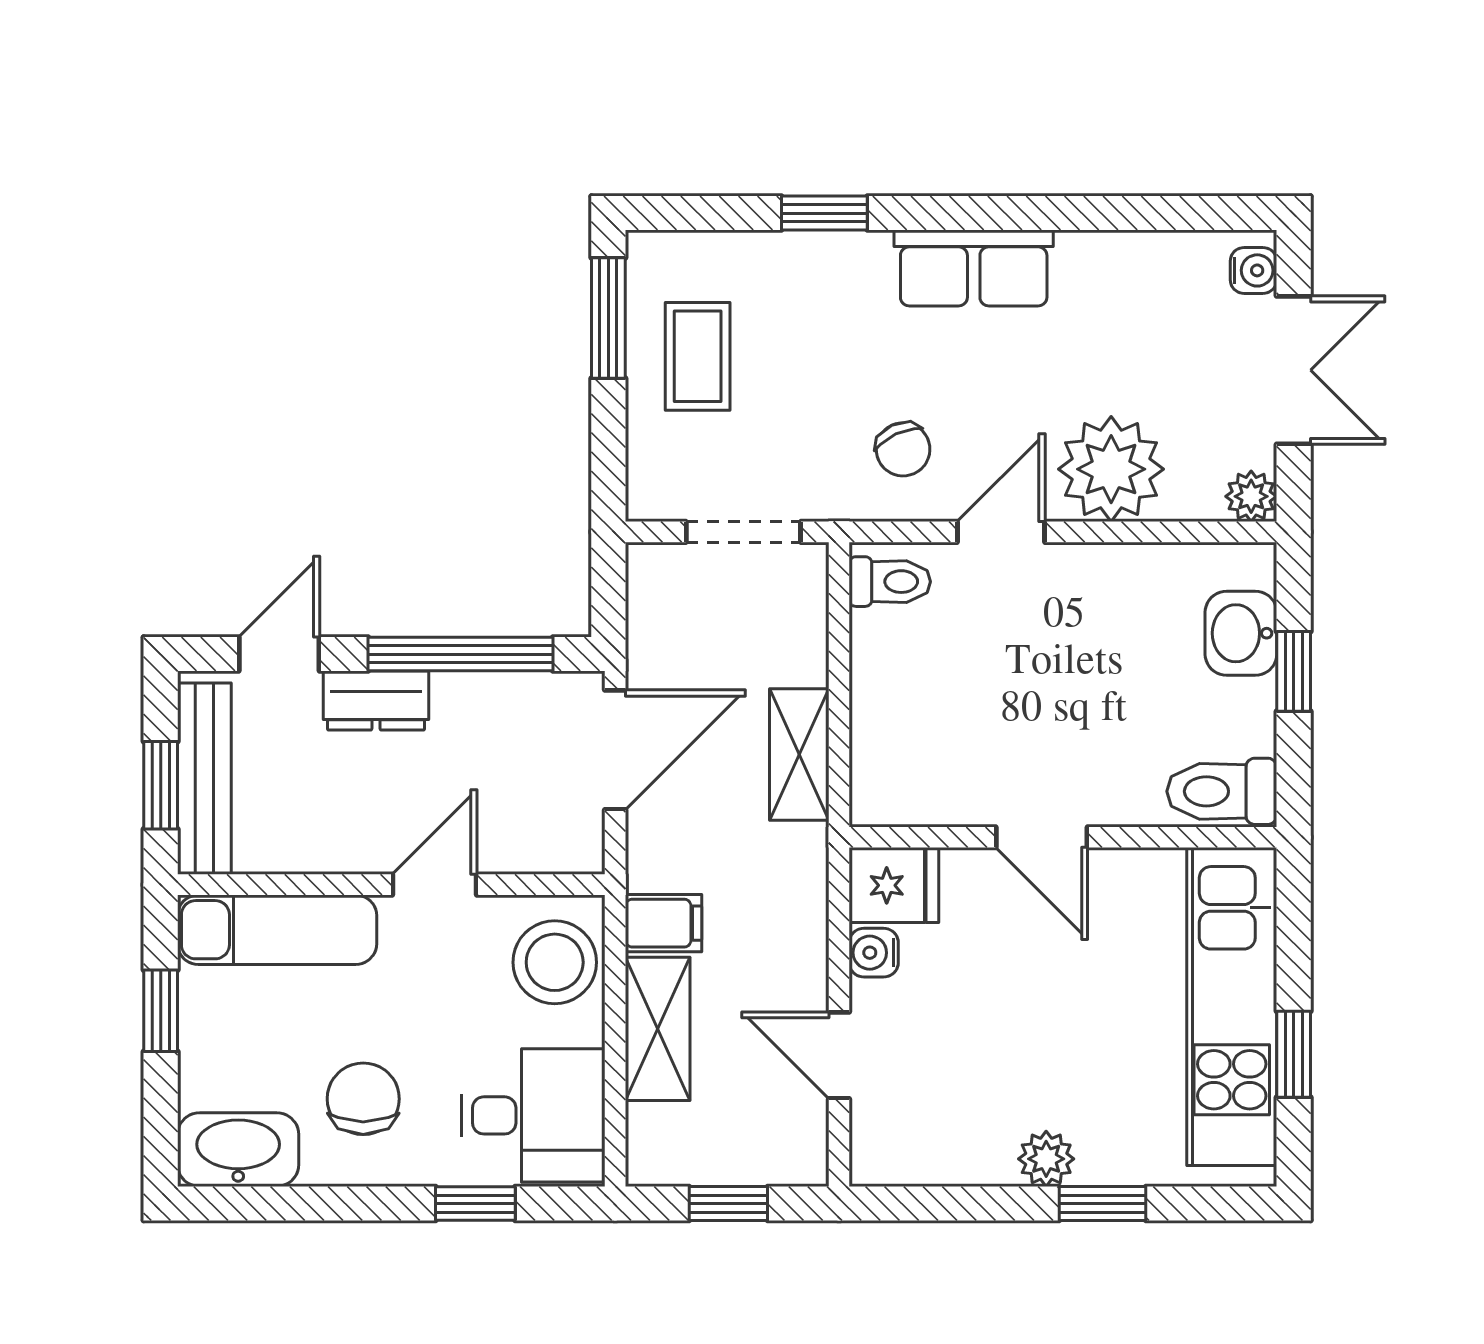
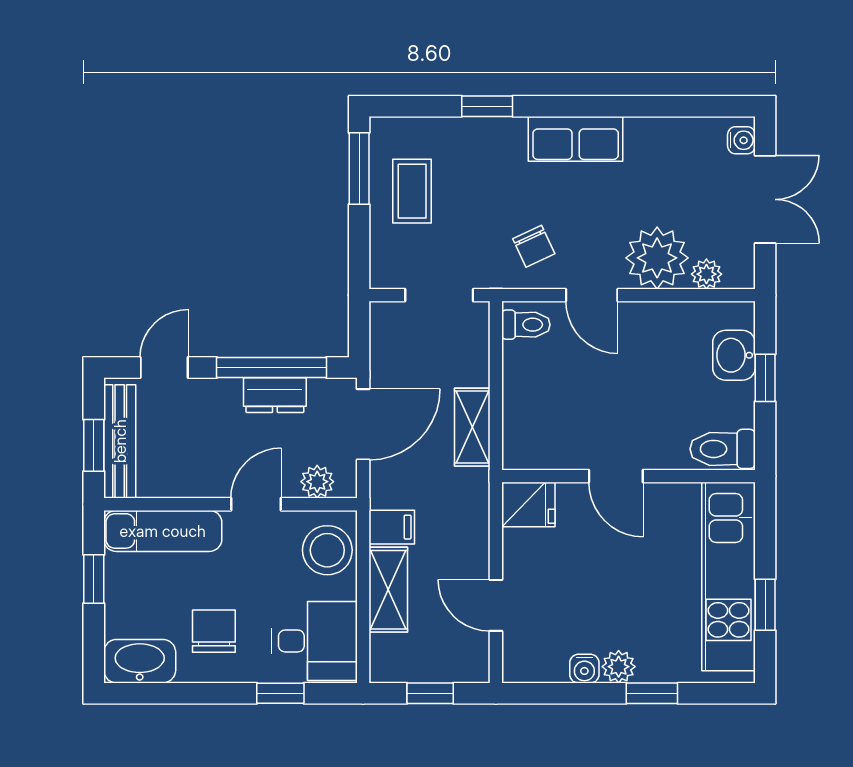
plant: (1251, 496) -> (706, 274), moved
door: (1001, 532) -> (592, 295), swing flipped
dresser: (376, 701) -> (275, 395), moved
plant: (538, 847) -> (317, 482), added
water cooler: (874, 953) -> (584, 669), moved, turned -90

